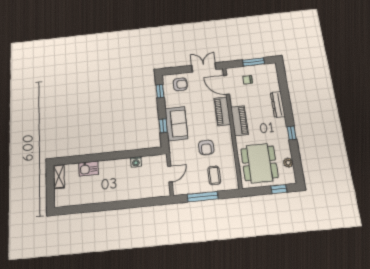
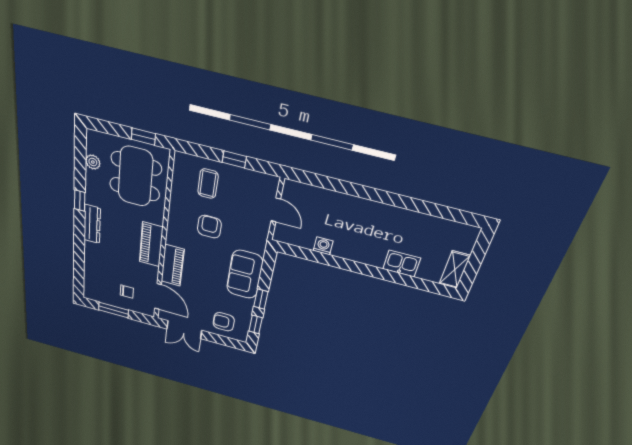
dresser: (278, 105) -> (92, 224), moved
window: (163, 126) -> (261, 299), moved
door: (170, 174) -> (276, 210), swing flipped
window: (279, 189) -> (143, 137), moved
window: (203, 197) -> (234, 159), width x0.46

